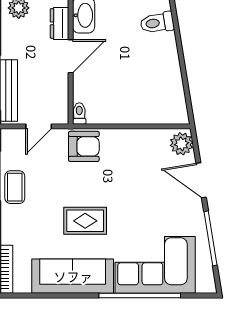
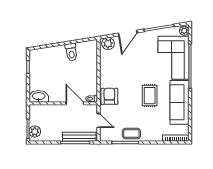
dresser: (60, 23) -> (43, 109), removed
toilet: (157, 23) -> (71, 52), moved
door: (71, 56) -> (75, 103), moved
plant: (205, 285) -> (184, 31), added

